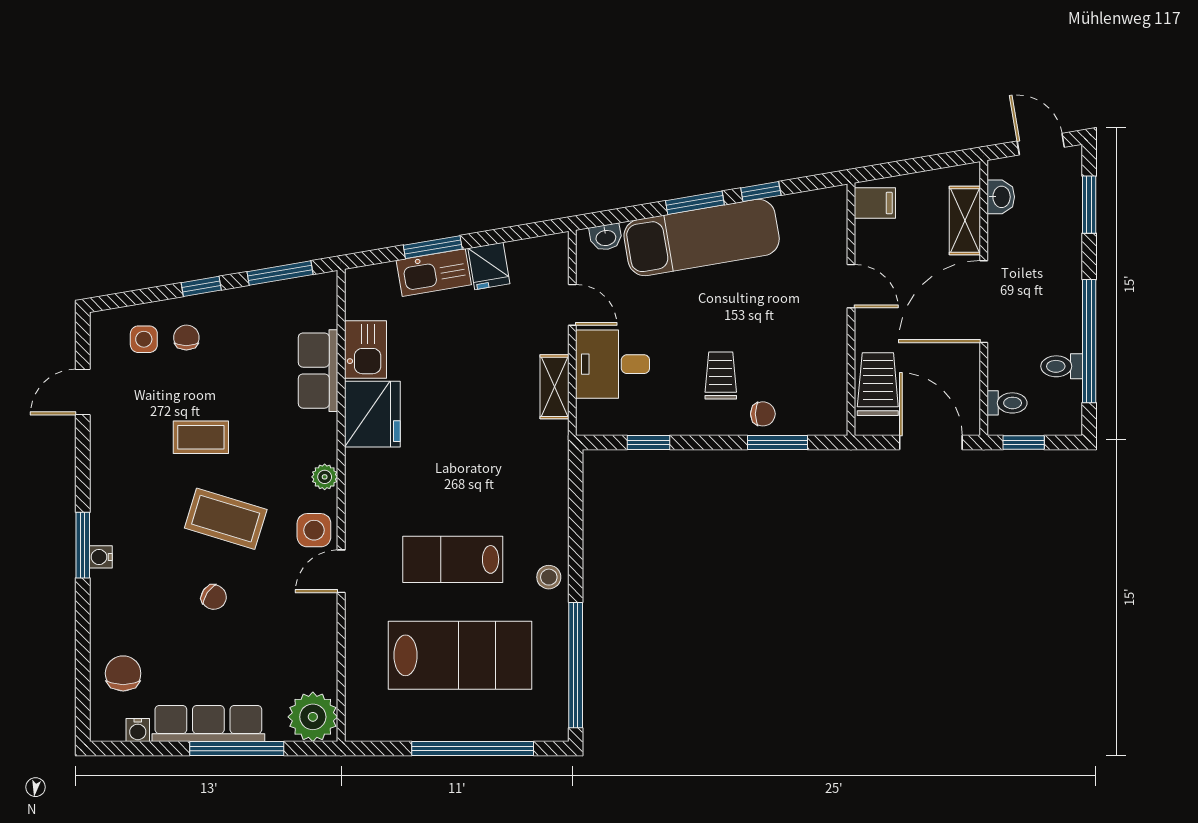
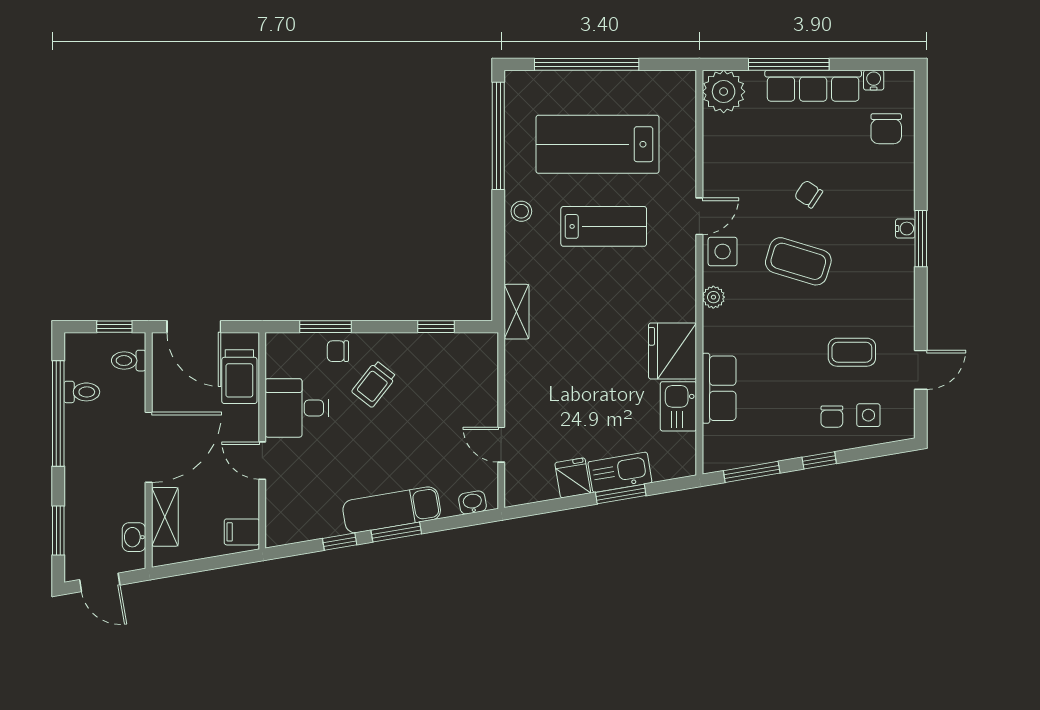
exam couch: (702, 237) -> (392, 510), width x0.73, depth x0.69
desk: (613, 364) -> (297, 408), moved, turned 180
trolley: (721, 375) -> (374, 384), turned 38
shelving: (554, 387) -> (516, 312), moved
coffee table: (201, 437) -> (852, 352), moved

